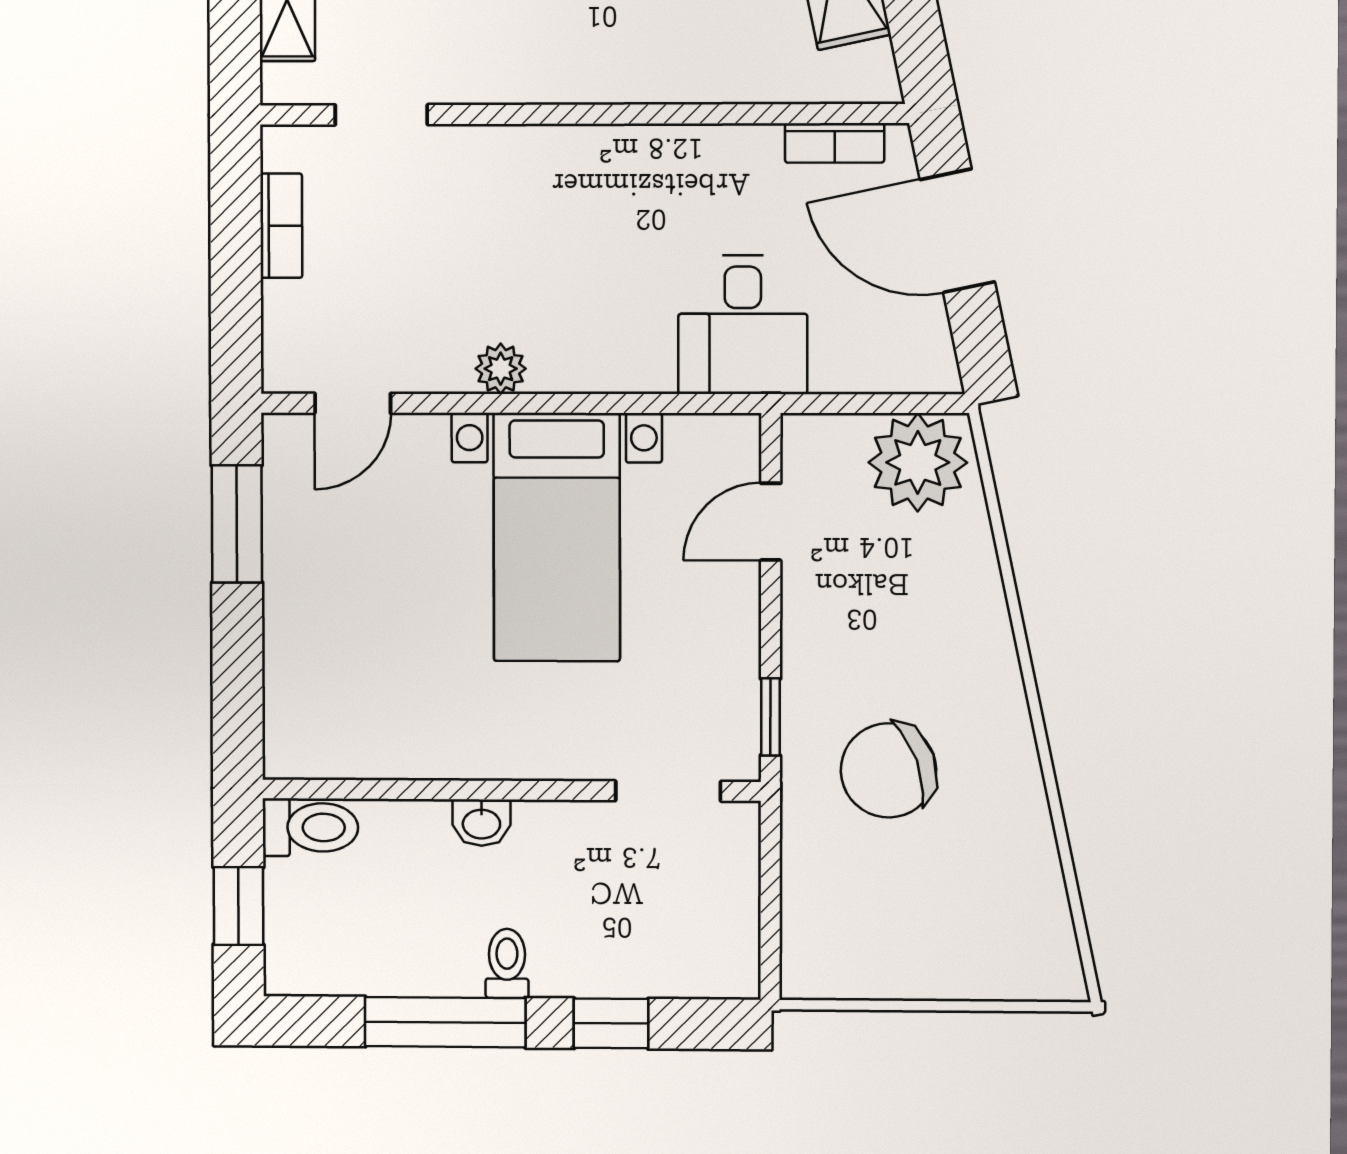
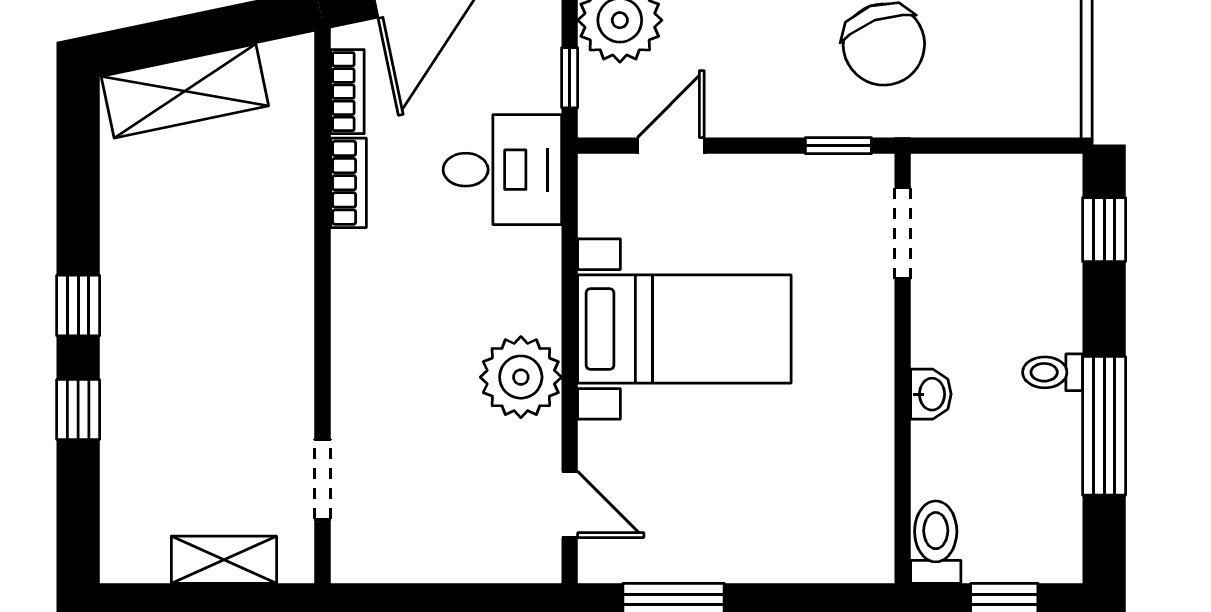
bookcase: (281, 226) -> (348, 183), moved, turned 90
plant: (501, 369) -> (521, 377), width x1.87, depth x1.87
window: (850, 404) -> (570, 78), added
door: (771, 522) -> (671, 146), swing flipped
window: (611, 1023) -> (1104, 230), moved

